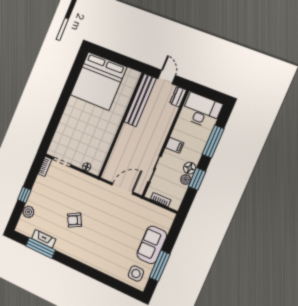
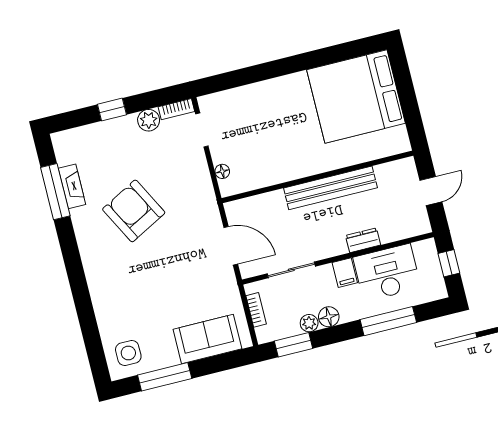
window: (207, 93) -> (449, 263), added
dresser: (178, 97) -> (363, 240), moved
bench: (140, 100) -> (330, 188), moved
desk: (201, 110) -> (387, 273), moved, turned -90
window: (197, 179) -> (294, 345), moved
plant: (28, 212) -> (149, 120), moved
armchair: (74, 220) -> (134, 211), width x1.88, depth x1.88
sofa: (152, 245) -> (207, 339), moved

